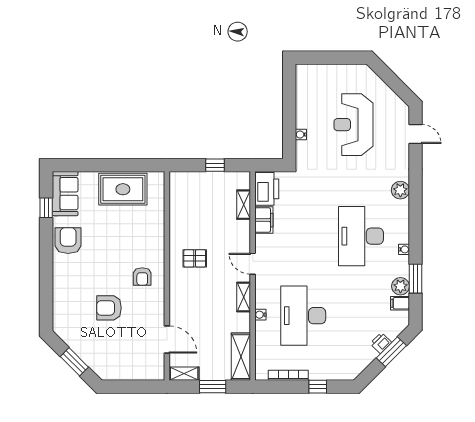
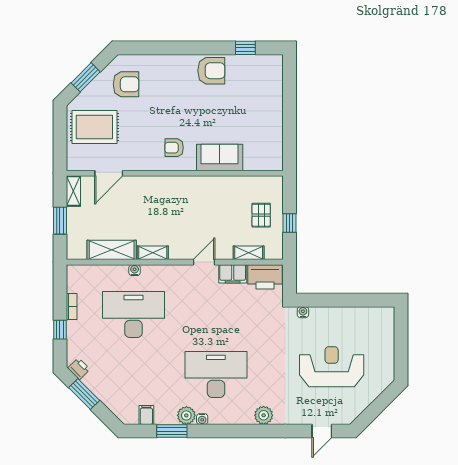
water cooler: (301, 135) -> (303, 312), moved
rug: (123, 189) -> (94, 127), moved, turned 90
sofa: (65, 194) -> (220, 157), moved, turned 180
pallet: (195, 258) -> (261, 215), moved
door: (253, 264) -> (204, 262), moved
plant: (400, 286) -> (186, 415), moved
armchair: (109, 308) -> (126, 84), moved, turned 90
printer: (381, 343) -> (79, 369), moved
window: (391, 352) -> (84, 394), moved
shelving: (241, 357) -> (112, 250), moved
bookcase: (288, 375) -> (72, 307), width x0.64

